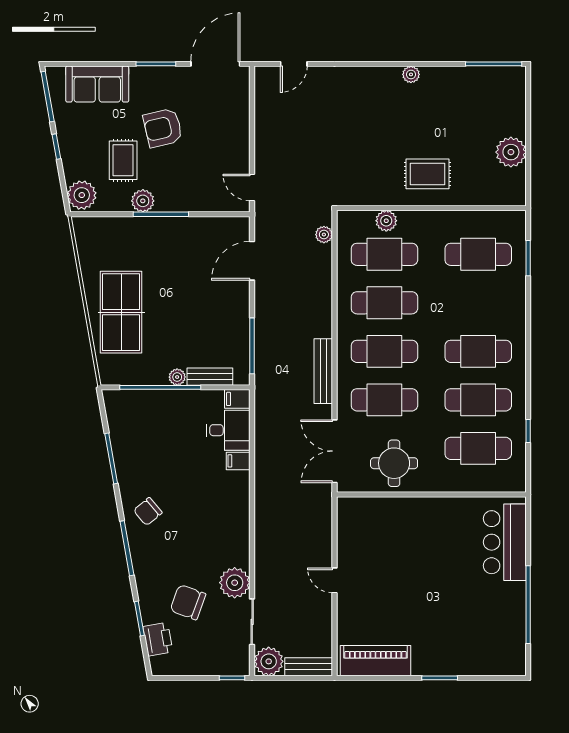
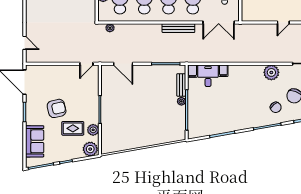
armchair: (163, 128) -> (57, 108), turned -90
plant: (143, 201) -> (93, 130), moved
table tennis table: (121, 312) -> (149, 129), removed
chair: (148, 512) -> (276, 107), moved
plant: (235, 583) -> (271, 72), moved

